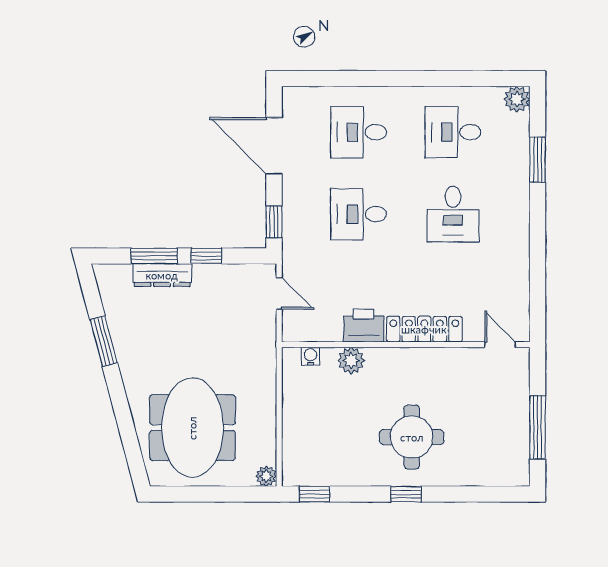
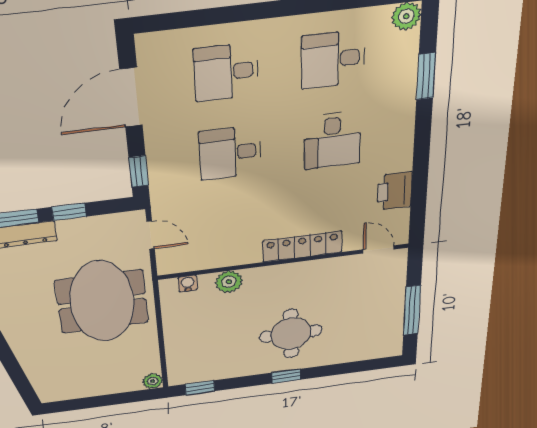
door: (274, 146) -> (131, 97), hinge flipped
printer: (364, 326) -> (395, 191), moved, turned -90
meeting table: (192, 428) -> (102, 301), moved

